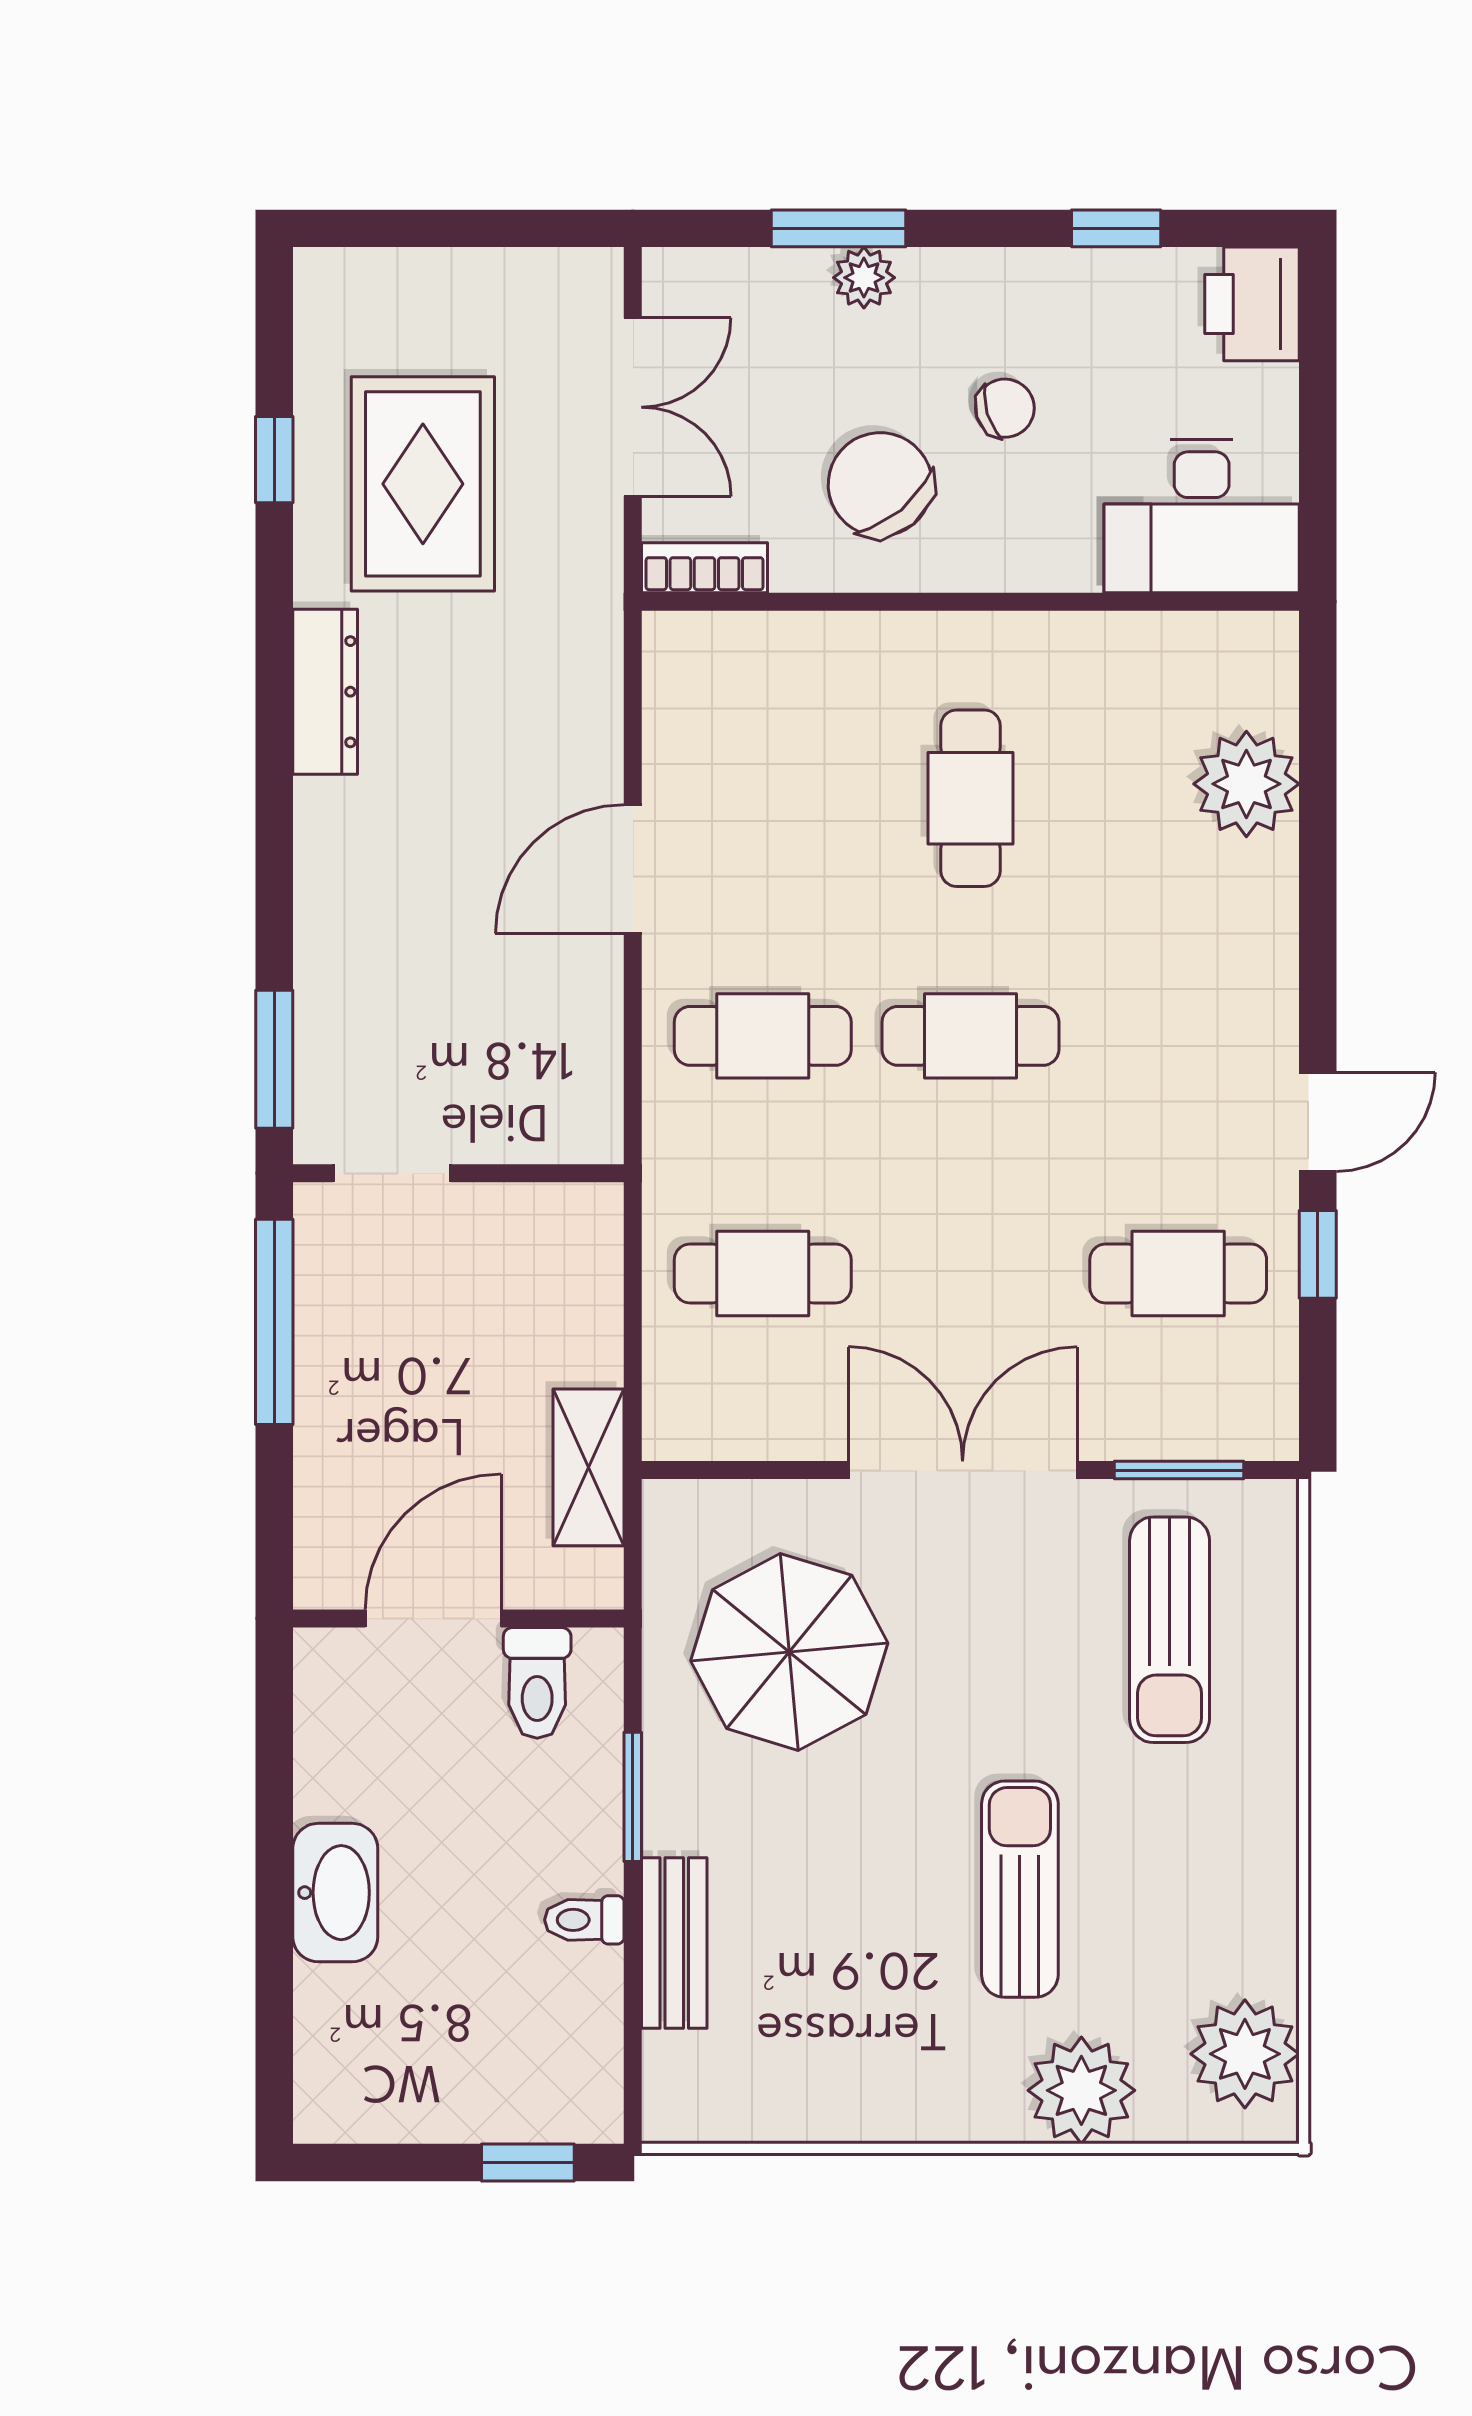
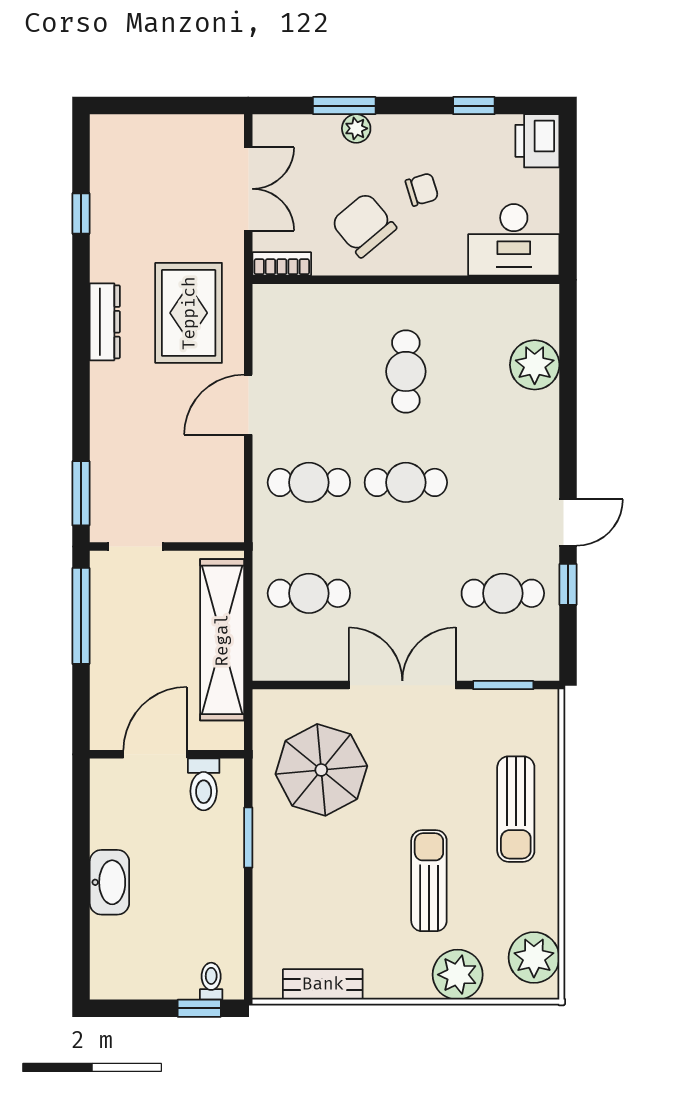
rug: (423, 484) -> (189, 313), moved
shelving: (588, 1467) -> (222, 640), width x2.20, depth x1.33
sun lounger: (1170, 1630) -> (516, 809), moved
toilet: (584, 1920) -> (211, 981), moved, turned 90
bench: (674, 1943) -> (323, 984), moved, turned 90

